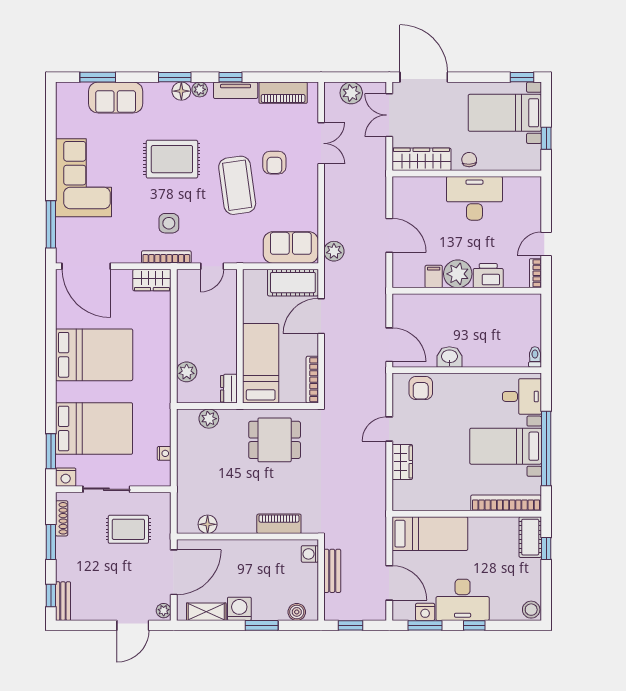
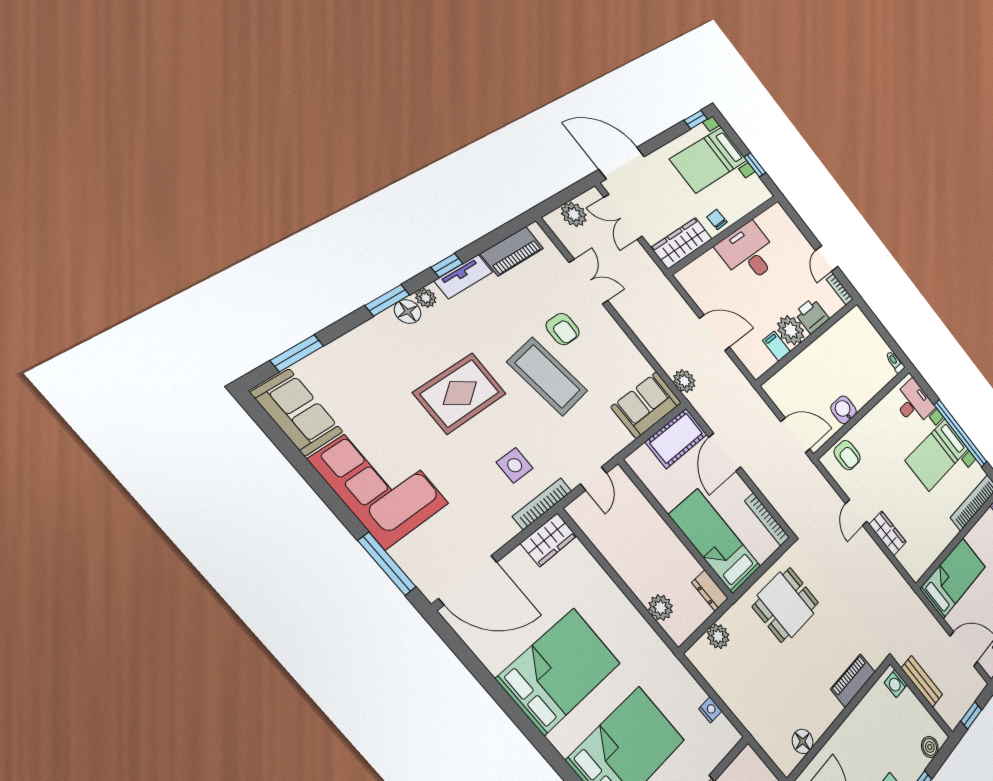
sofa: (116, 97) -> (297, 412), moved, turned -90

